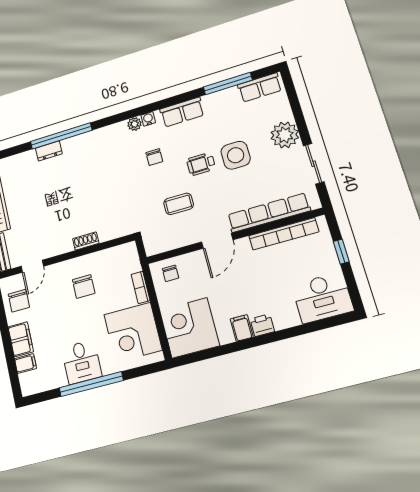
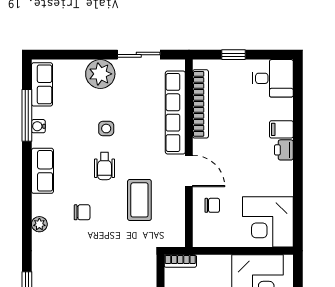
water cooler: (148, 119) -> (38, 126), moved
side table: (236, 155) -> (106, 129), width x0.54, depth x0.54
coffee table: (179, 204) -> (139, 200), width x1.36, depth x1.30
chair: (171, 273) -> (212, 205), moved
bookcase: (141, 287) -> (180, 261), moved
desk: (322, 298) -> (273, 78), width x0.73
filing cabinet: (242, 328) -> (281, 129), moved

